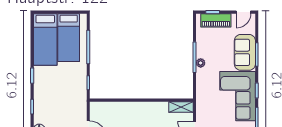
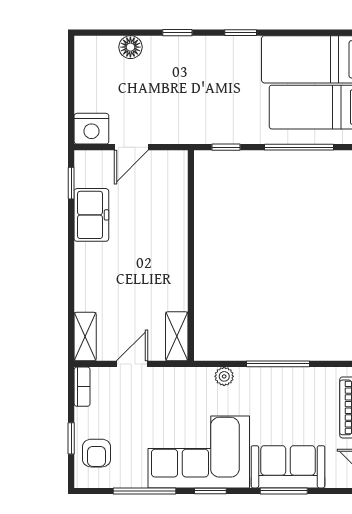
plant: (201, 63) -> (224, 376), moved

